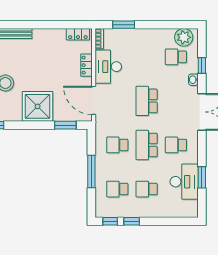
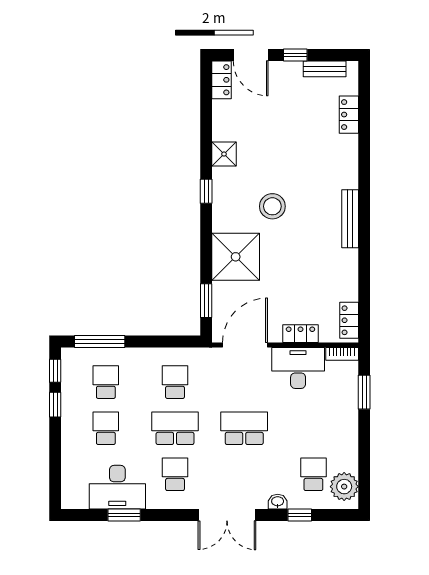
window: (91, 171) -> (100, 341), moved

